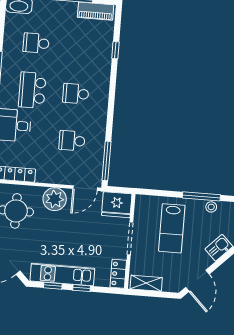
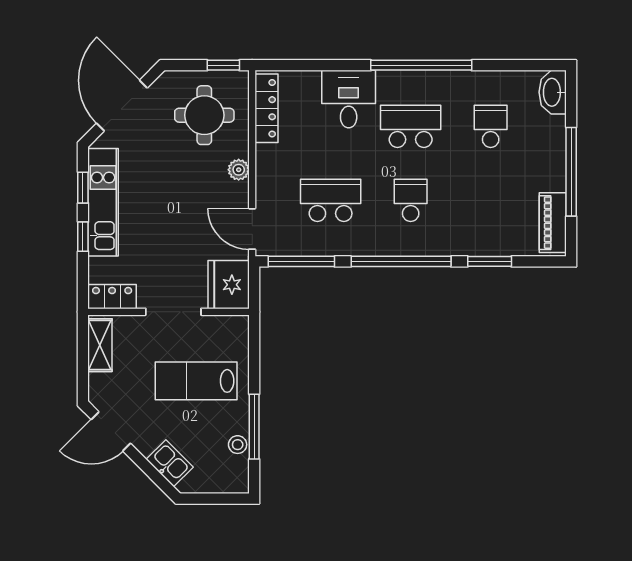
window: (115, 50) -> (490, 261), width x1.50
window: (111, 102) -> (401, 261), added
school desk: (72, 141) -> (331, 200), width x1.85
plant: (55, 199) -> (239, 170), width x0.53, depth x0.53

